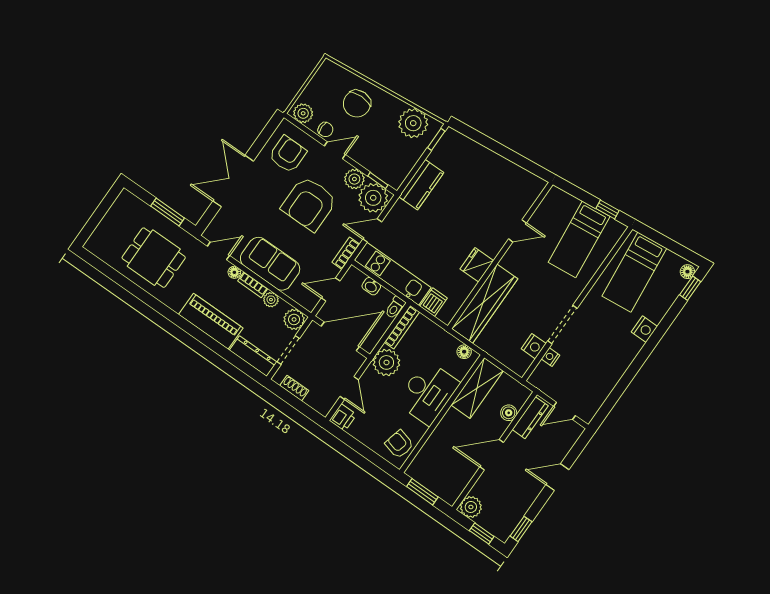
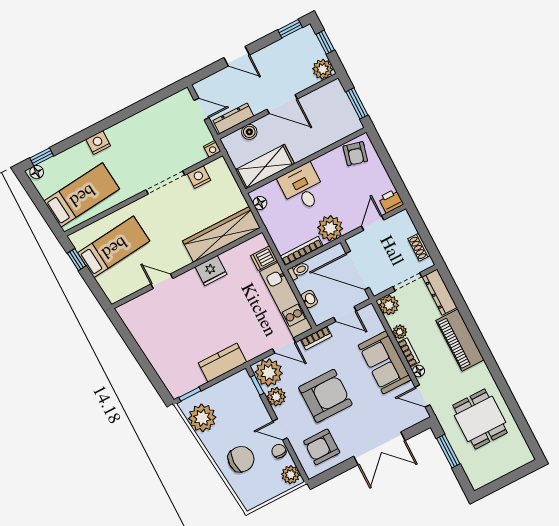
nightstand: (550, 357) -> (212, 149), moved
desk: (428, 393) -> (302, 188), width x0.73

